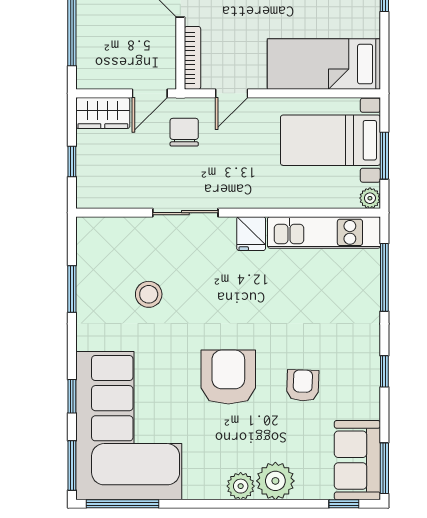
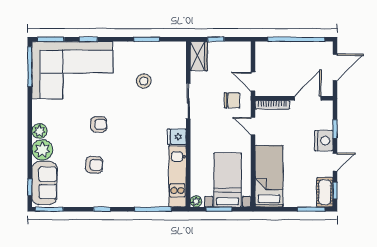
wardrobe: (103, 113) -> (199, 56), moved, turned 180
armchair: (228, 377) -> (99, 124), width x0.53, depth x0.53
sofa: (357, 460) -> (44, 183), moved, turned 90

